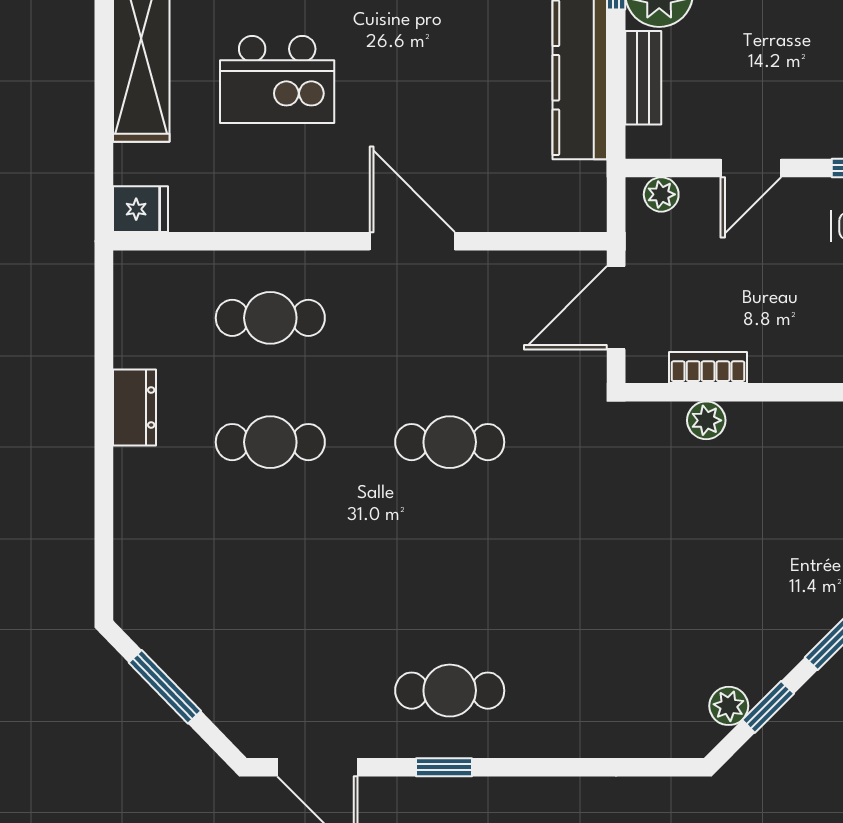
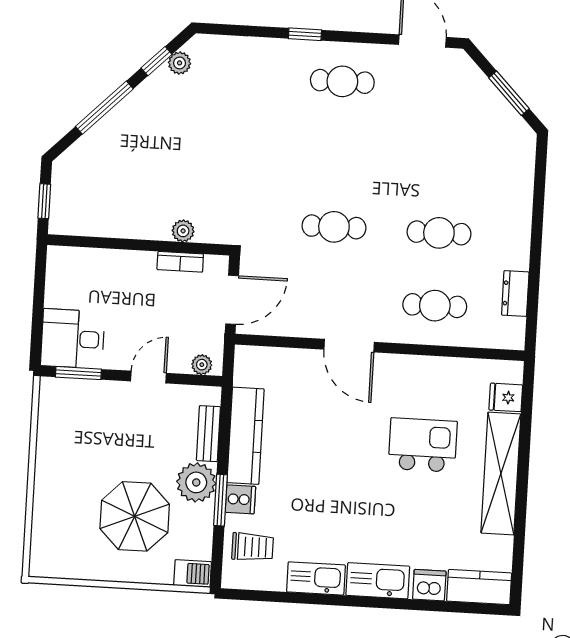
fridge: (140, 209) -> (506, 397), moved
dresser: (134, 408) -> (515, 294), moved
window: (444, 767) -> (305, 34), moved

